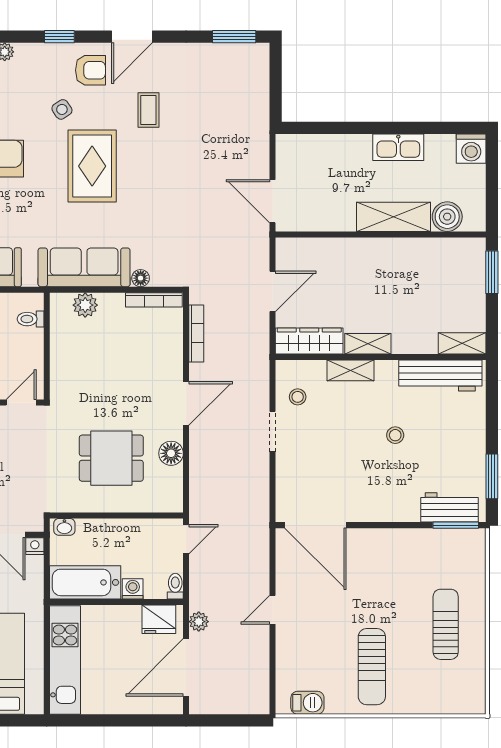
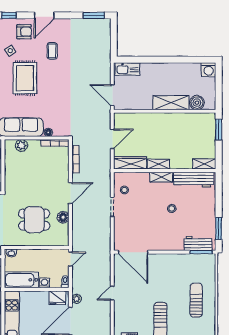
kitchen sink: (398, 147) -> (127, 69), moved
shelving: (350, 370) -> (161, 177), moved

